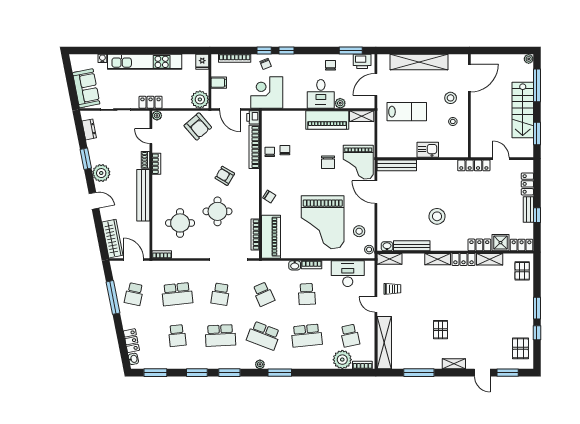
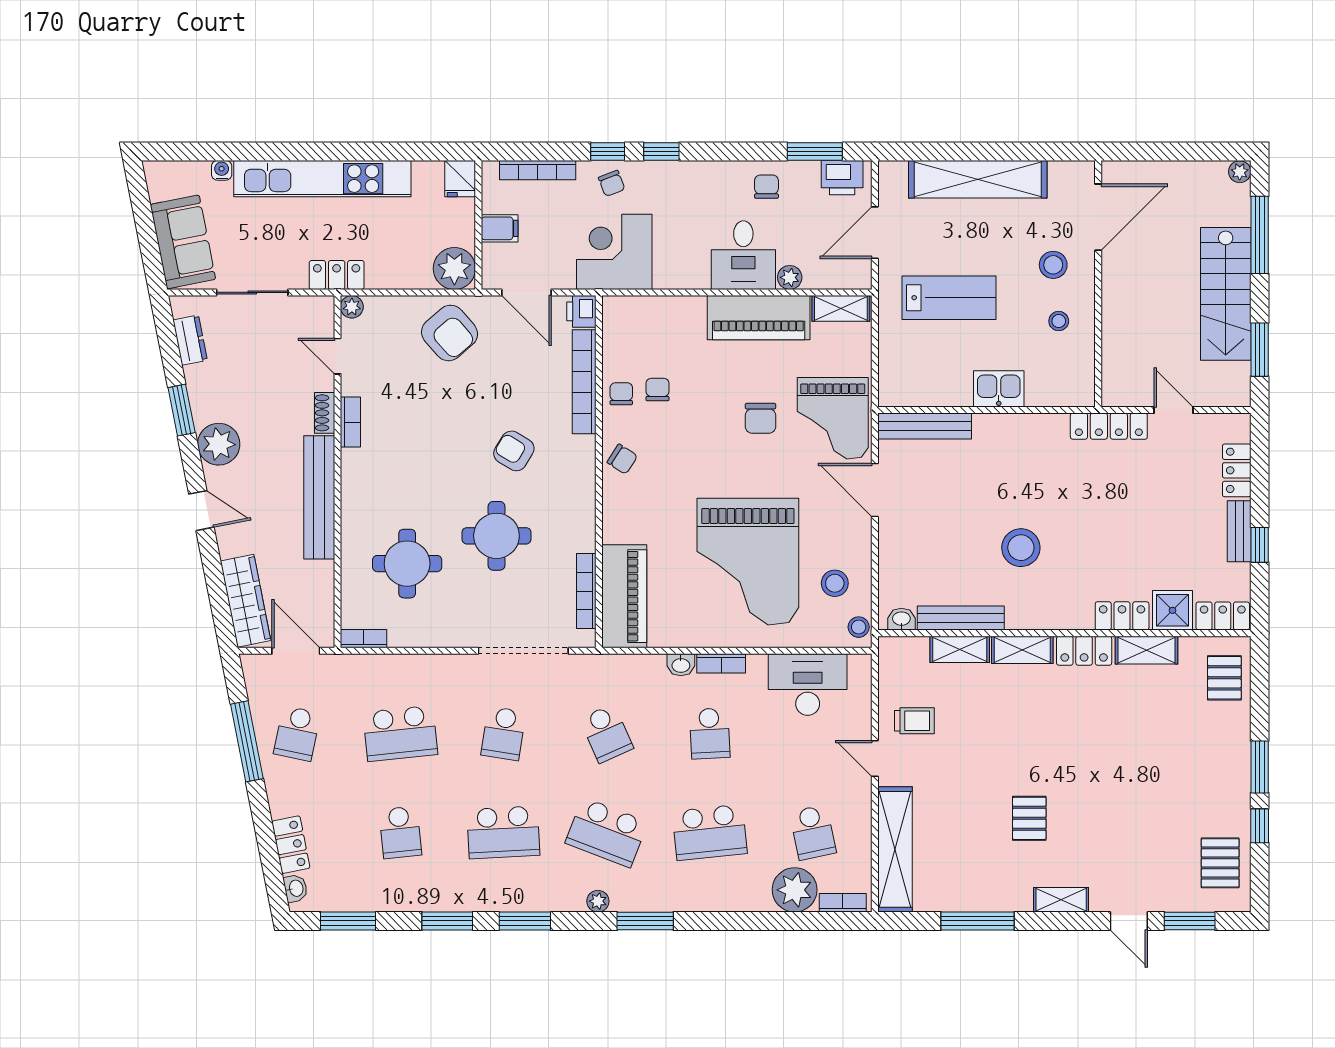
chair: (269, 197) -> (622, 459), moved
shelving: (389, 259) -> (960, 649), moved

